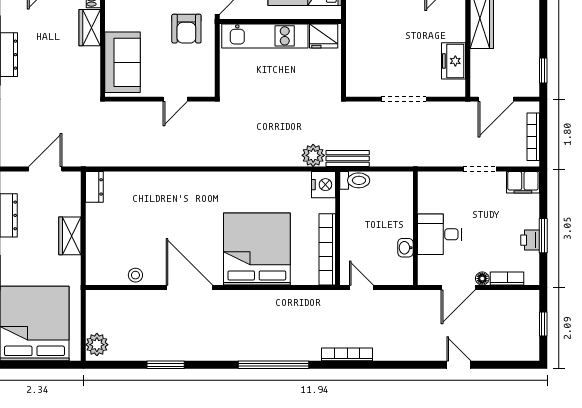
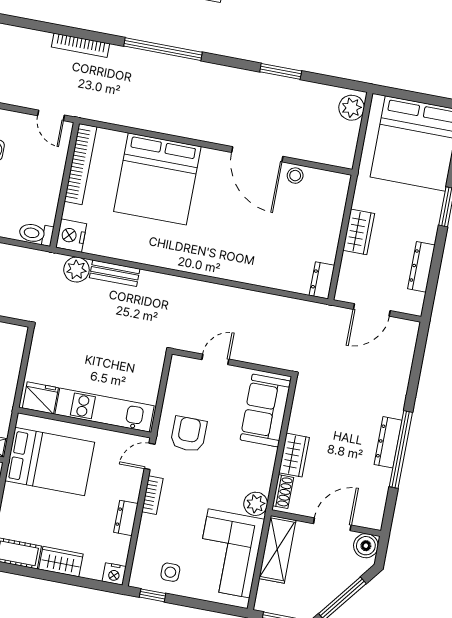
bench: (348, 159) -> (115, 273), moved
door: (189, 288) -> (257, 154), moved

